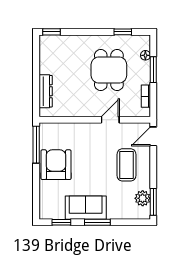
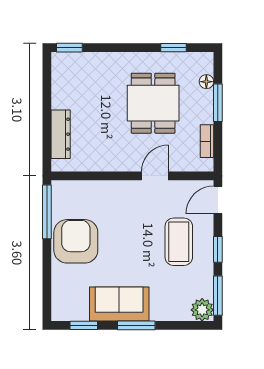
window: (153, 170) -> (218, 249), added
plant: (143, 198) -> (202, 310), moved

